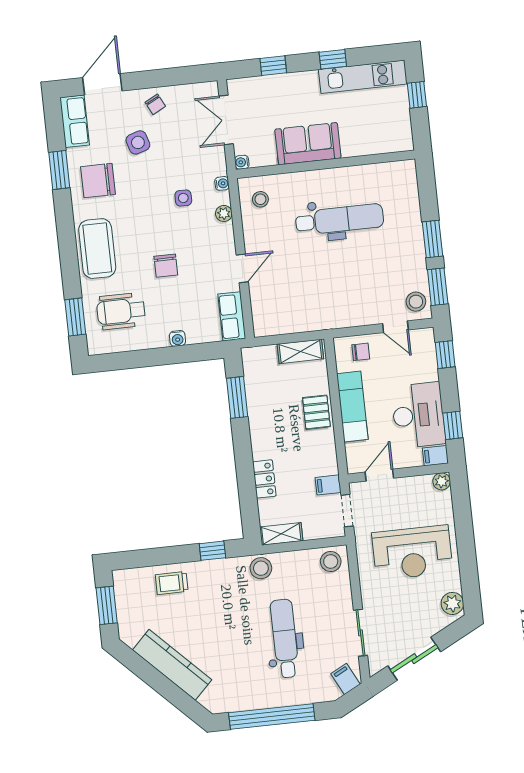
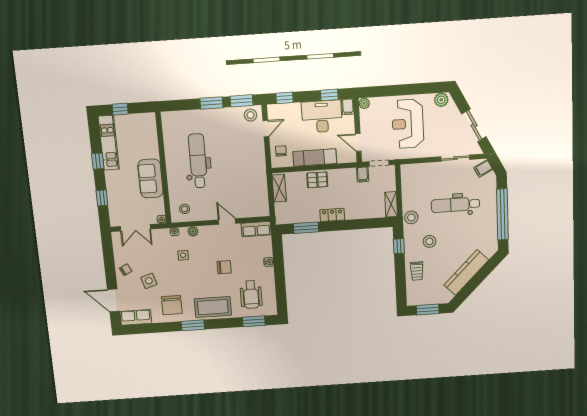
window: (59, 170) -> (193, 325), moved
locker: (264, 479) -> (332, 215), moved
reception desk: (412, 553) -> (408, 124), turned 180
stool: (331, 561) -> (429, 241), moved

